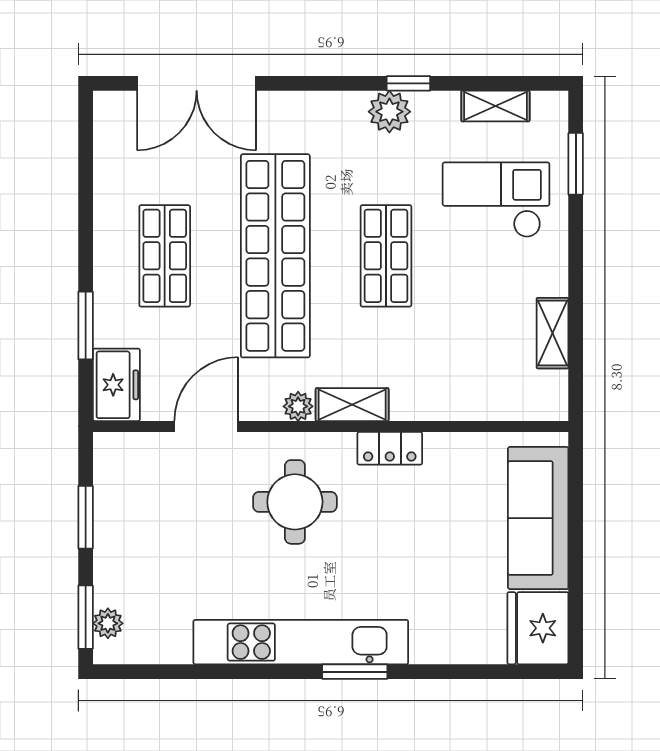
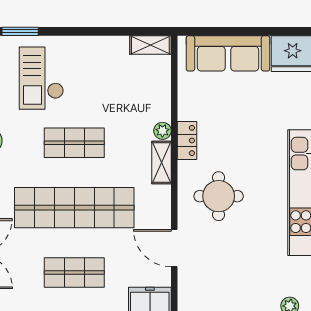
shelving: (553, 333) -> (150, 45), moved
plant: (298, 406) -> (162, 131), moved

